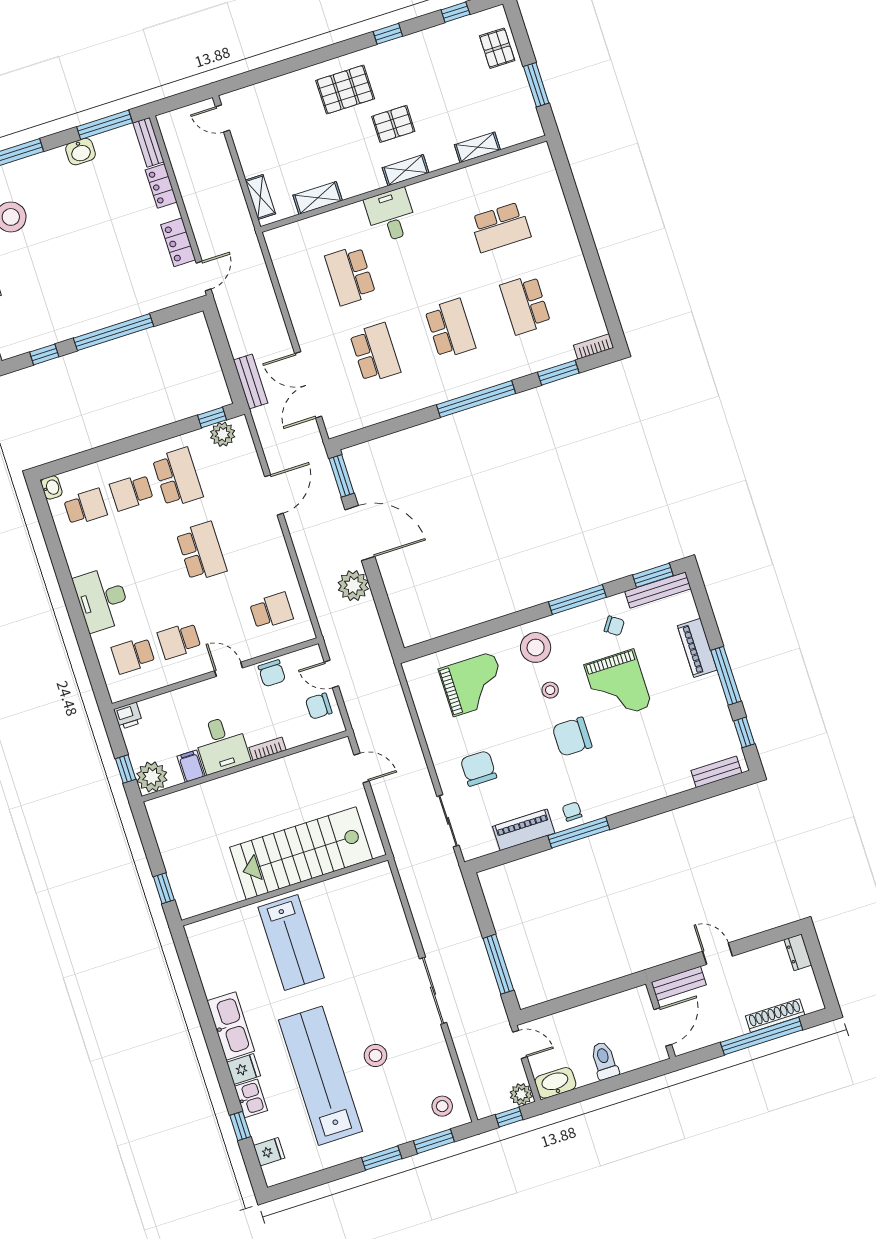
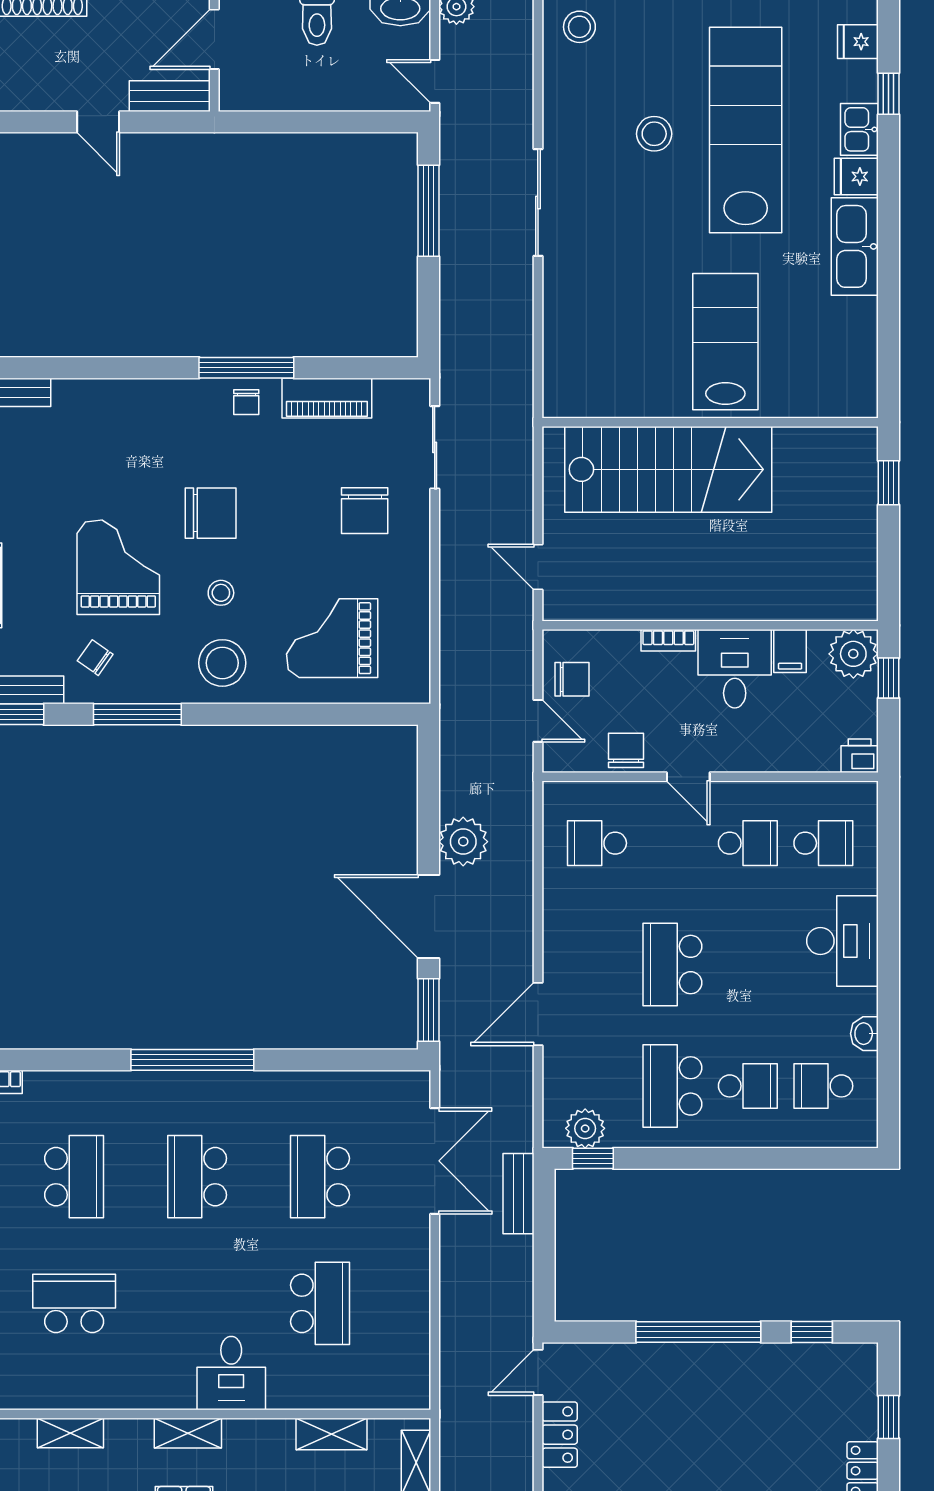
window: (558, 373) -> (58, 1060), removed
washbasin: (51, 487) -> (864, 1034), moved
lab bench: (320, 1076) -> (746, 130), turned 180

